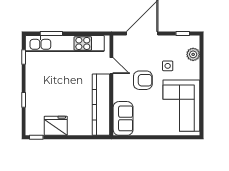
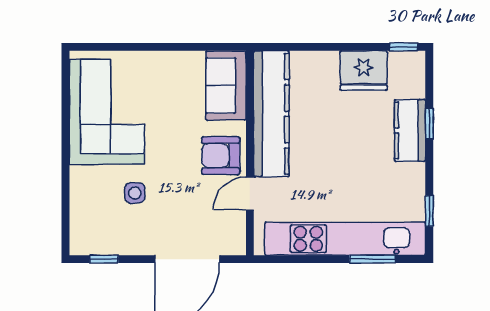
plant: (193, 54) -> (83, 216), removed
door: (111, 66) -> (250, 193), hinge flipped
armchair: (143, 80) -> (221, 156), moved
kitchen counter: (33, 96) -> (410, 130), added

